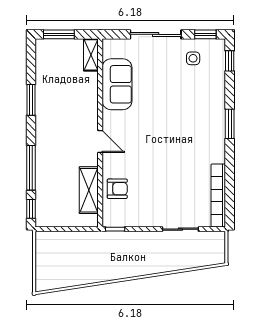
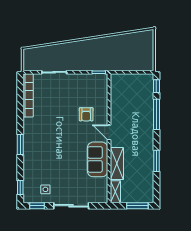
sofa: (117, 84) -> (98, 159), moved
armchair: (117, 189) -> (86, 114), moved, turned -90
shelving: (89, 190) -> (117, 164), moved

